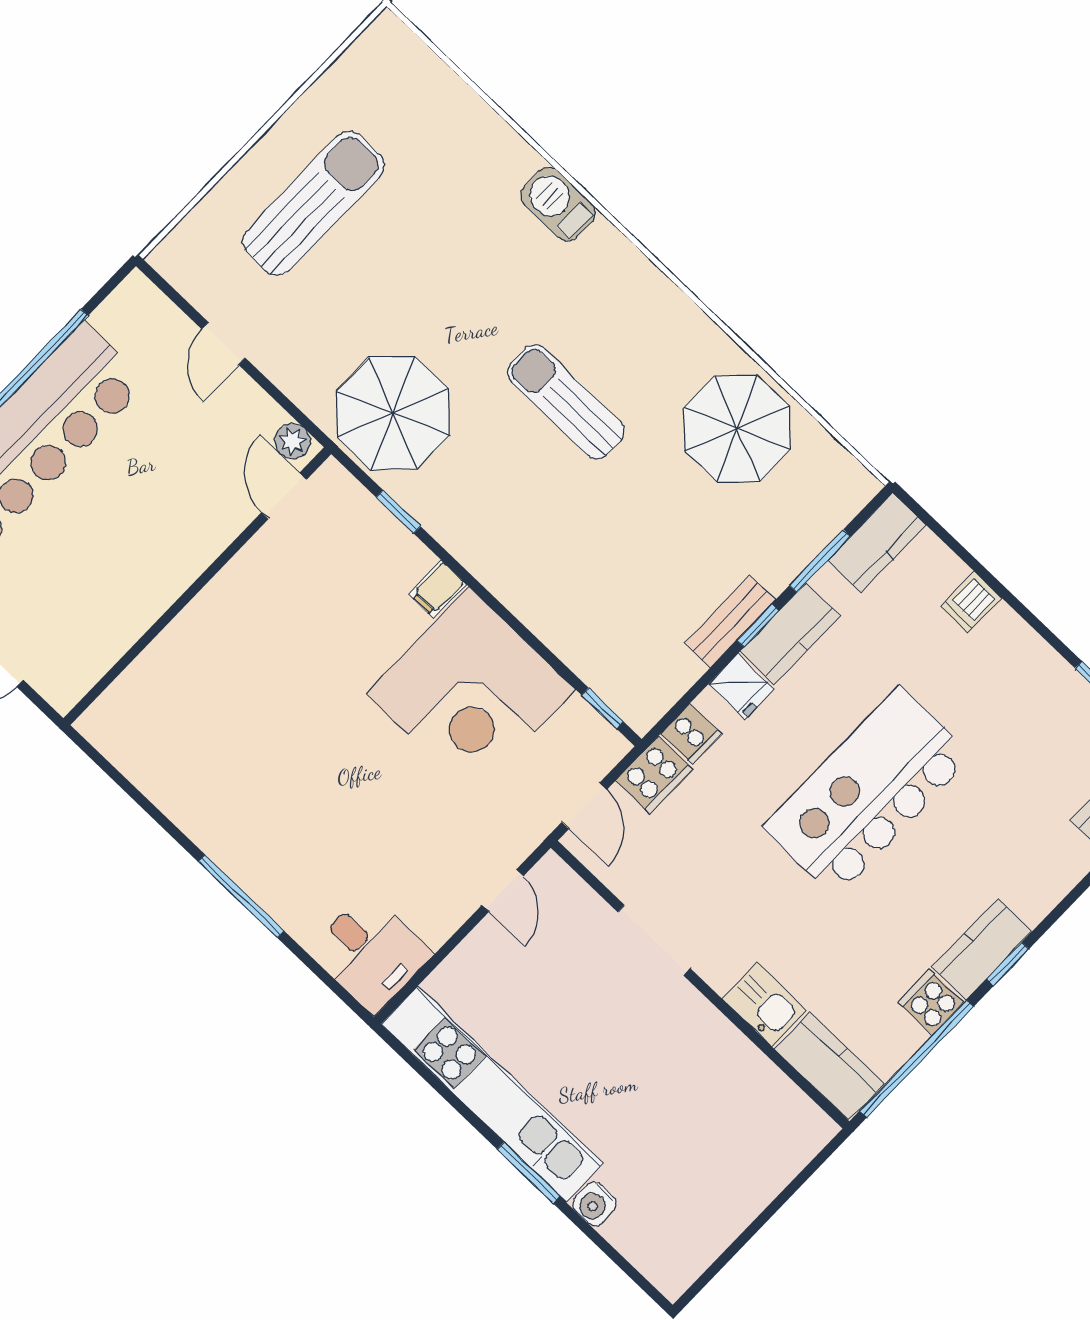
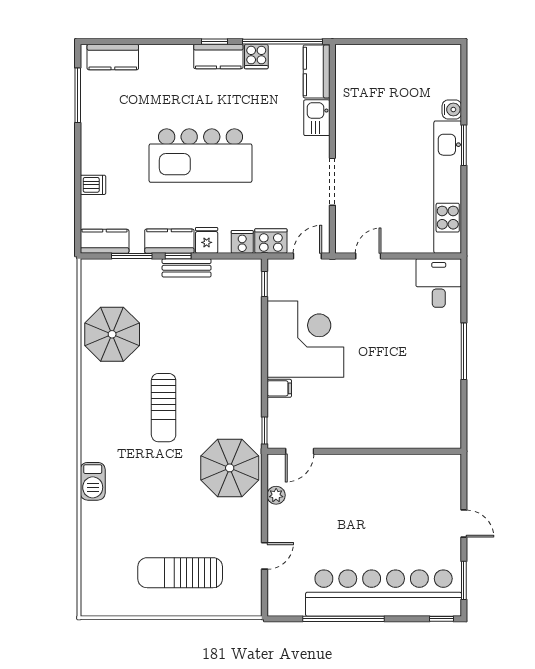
door: (284, 496) -> (300, 451), moved
wall: (197, 586) -> (364, 451), moved

